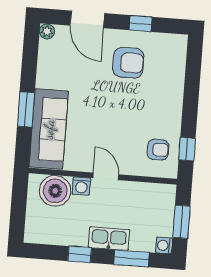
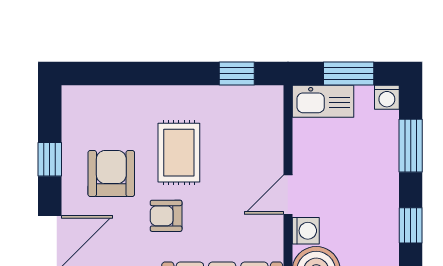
rug: (138, 108) -> (179, 153), added
armchair: (158, 150) -> (166, 216), moved, turned -90
kitchen sink: (109, 239) -> (323, 101), moved, turned -90

